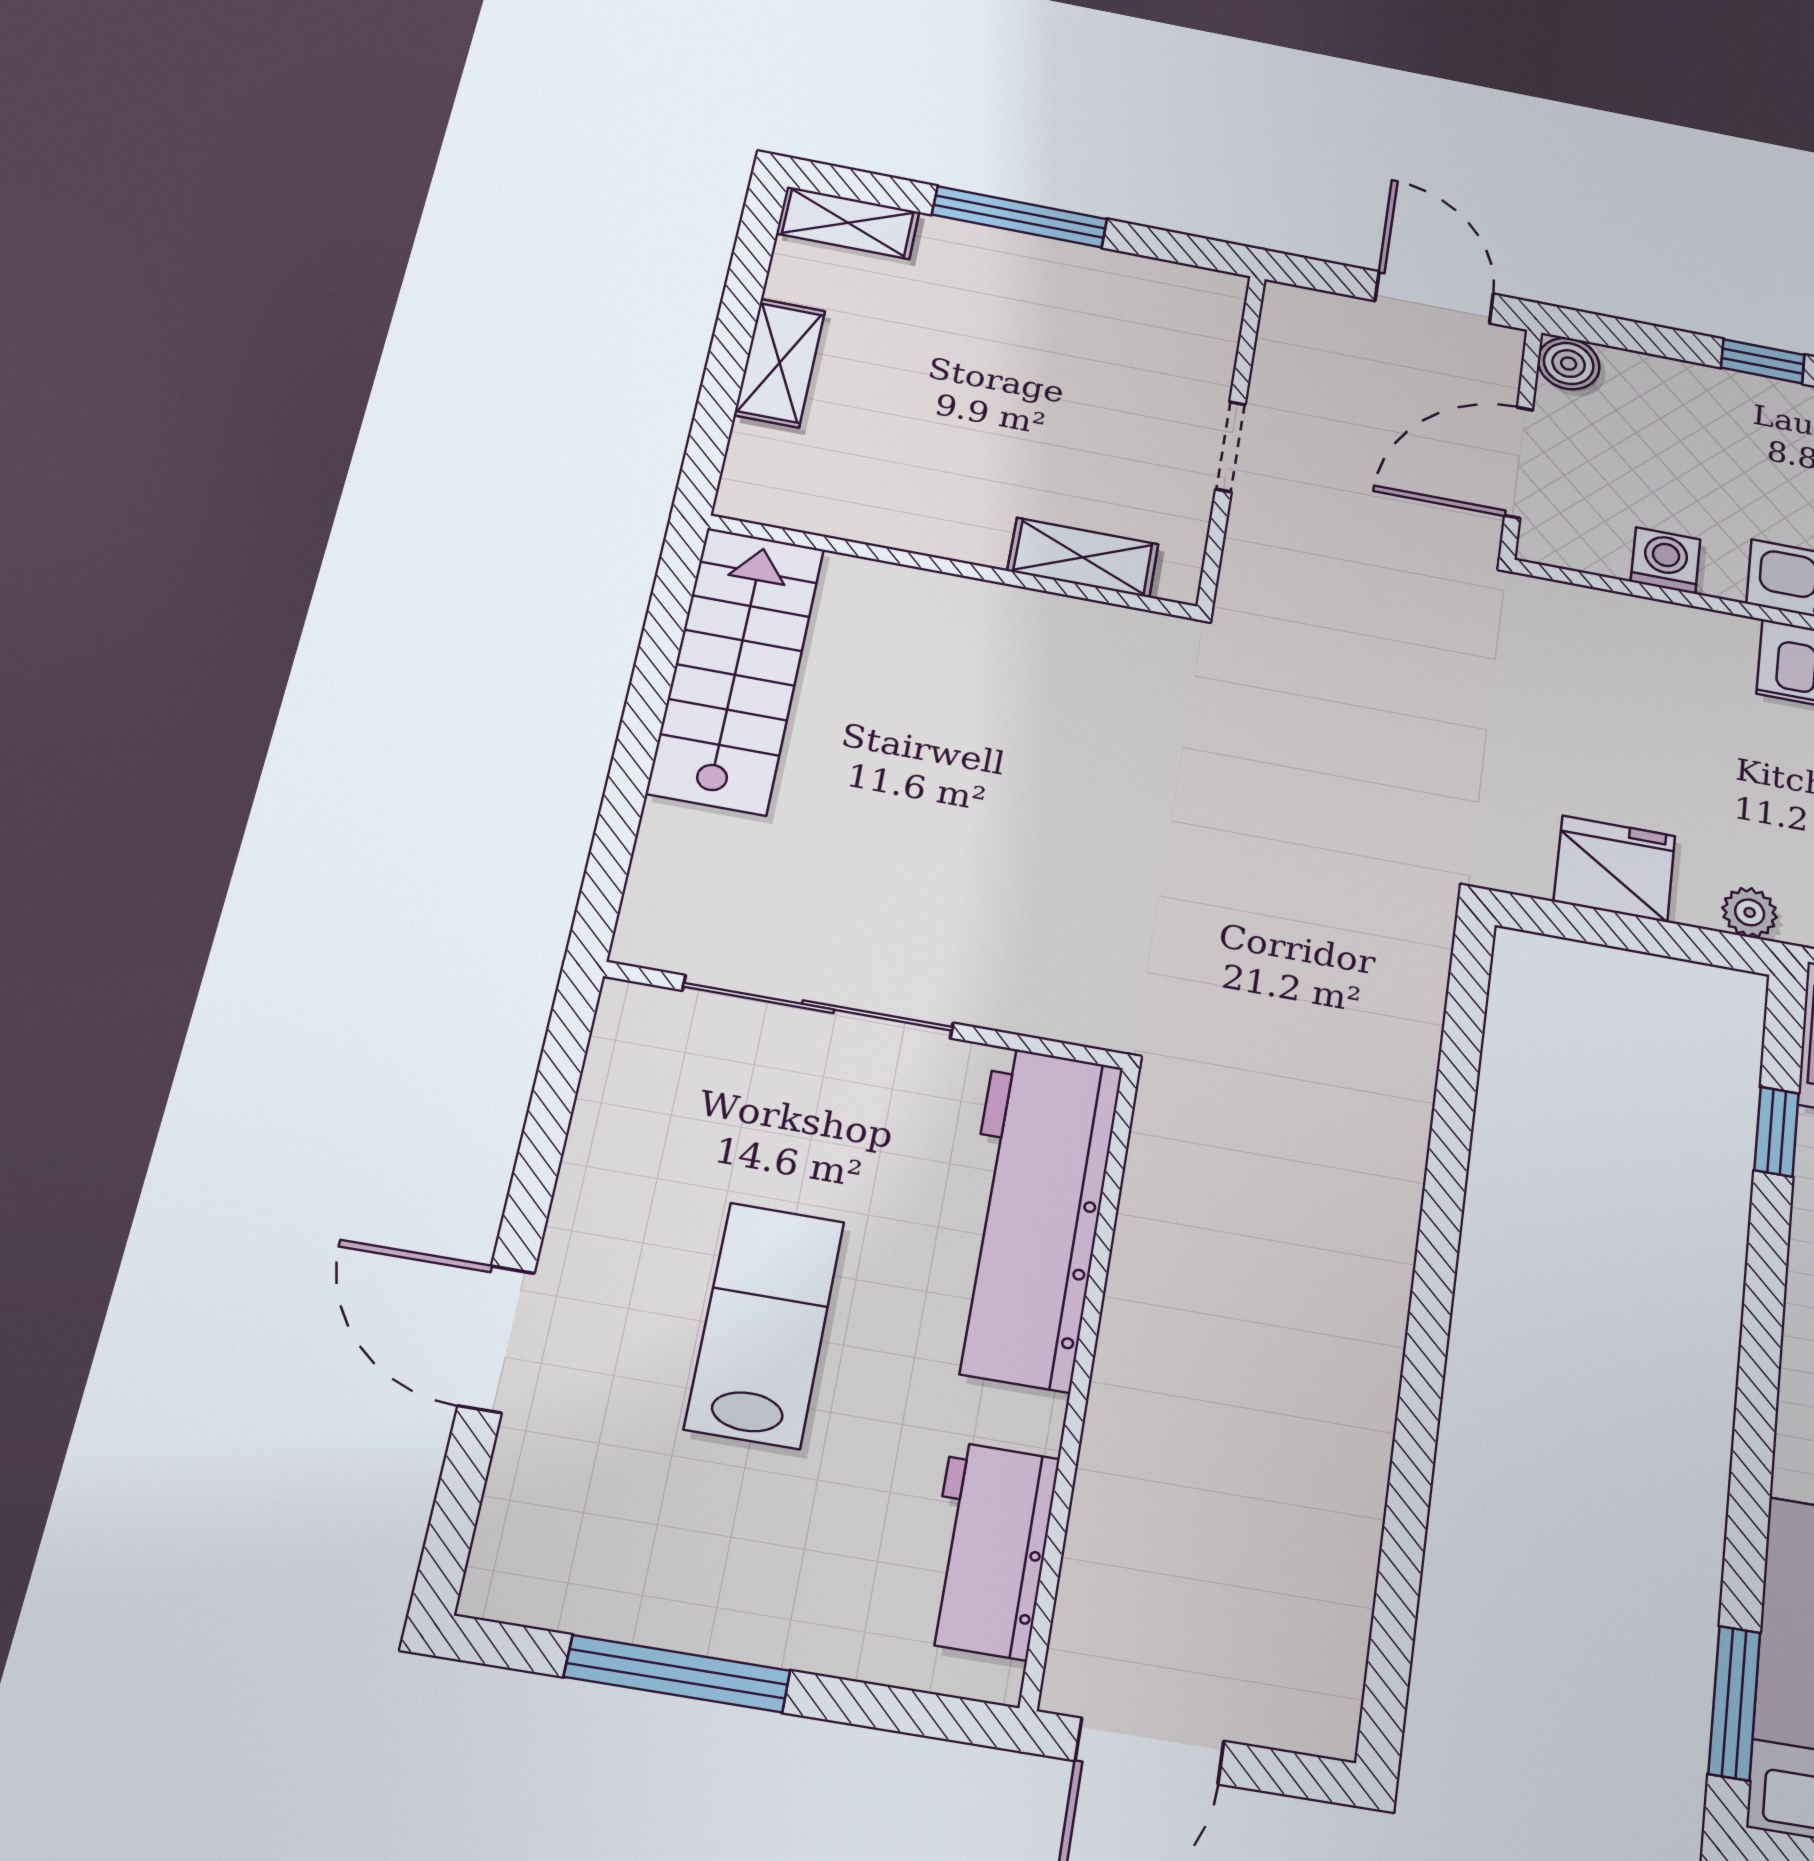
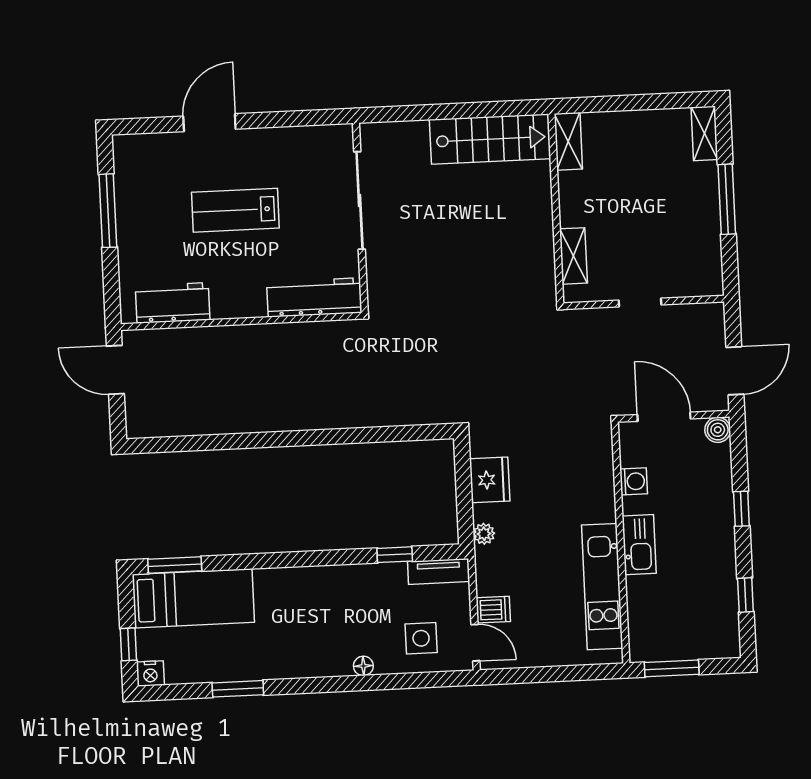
shelving: (780, 363) -> (568, 141), moved, turned 90
workbench: (1033, 1216) -> (314, 297), width x0.73, depth x0.76
lab bench: (765, 1325) -> (235, 210), turned 180

